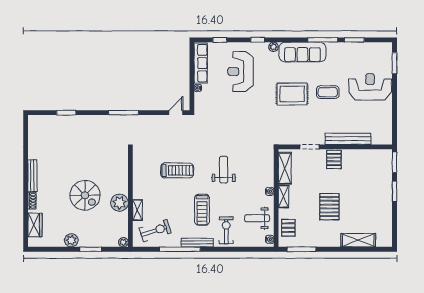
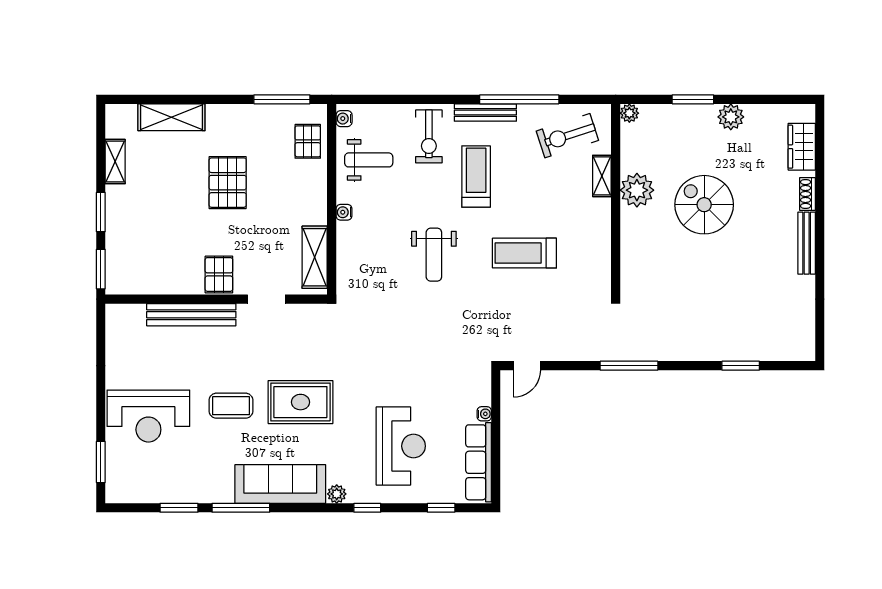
shelving: (283, 197) -> (115, 162), moved

